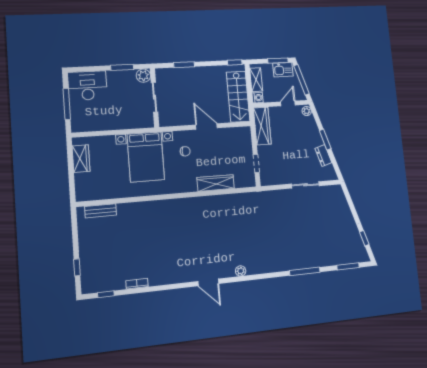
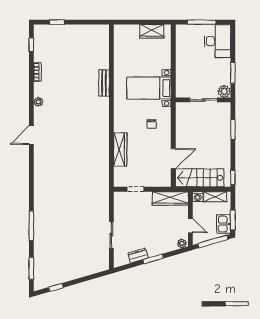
door: (206, 126) -> (173, 159), moved
bed with nightstands: (146, 157) -> (149, 88), width x0.73
bench: (101, 211) -> (104, 83), moved
plant: (241, 271) -> (38, 102), moved

